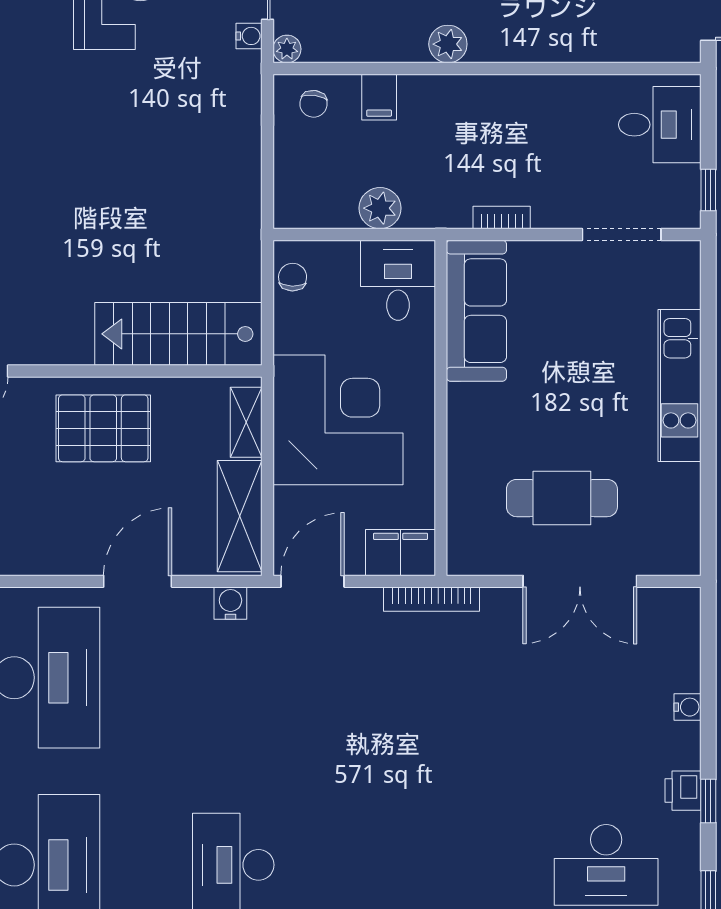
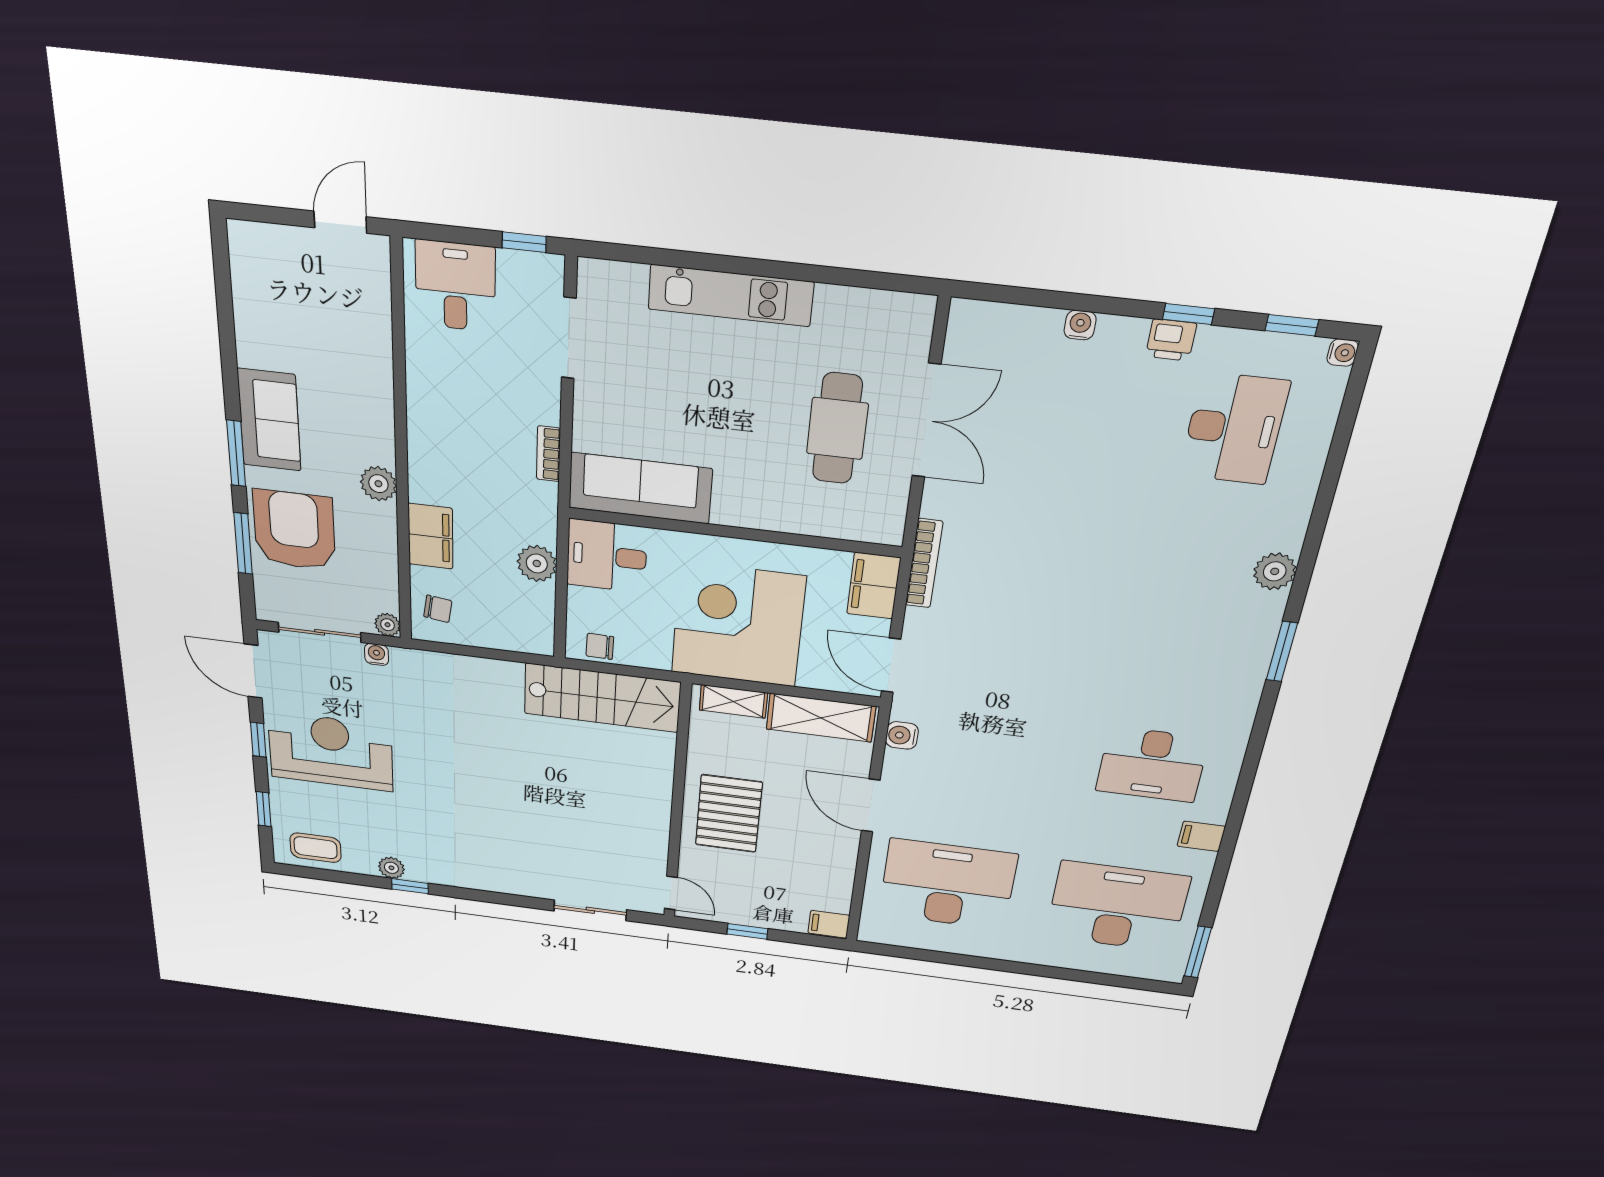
filing cabinet: (379, 97) -> (430, 536), width x2.00
stairs: (178, 334) -> (602, 698), moved, turned -90

